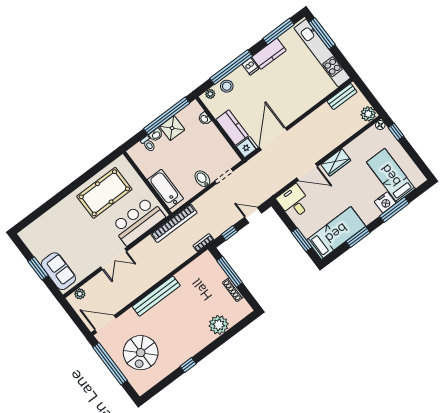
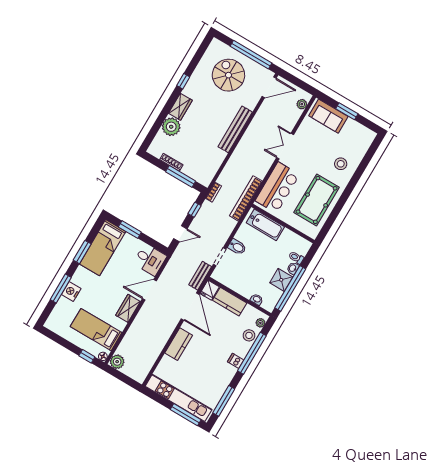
kitchen counter: (269, 54) -> (179, 344), moved, turned 180
bench: (342, 97) -> (200, 276), moved
bed: (391, 175) -> (96, 330), moved, turned 180
stool: (66, 219) -> (341, 164), added
wardrobe: (201, 341) -> (180, 107), added

